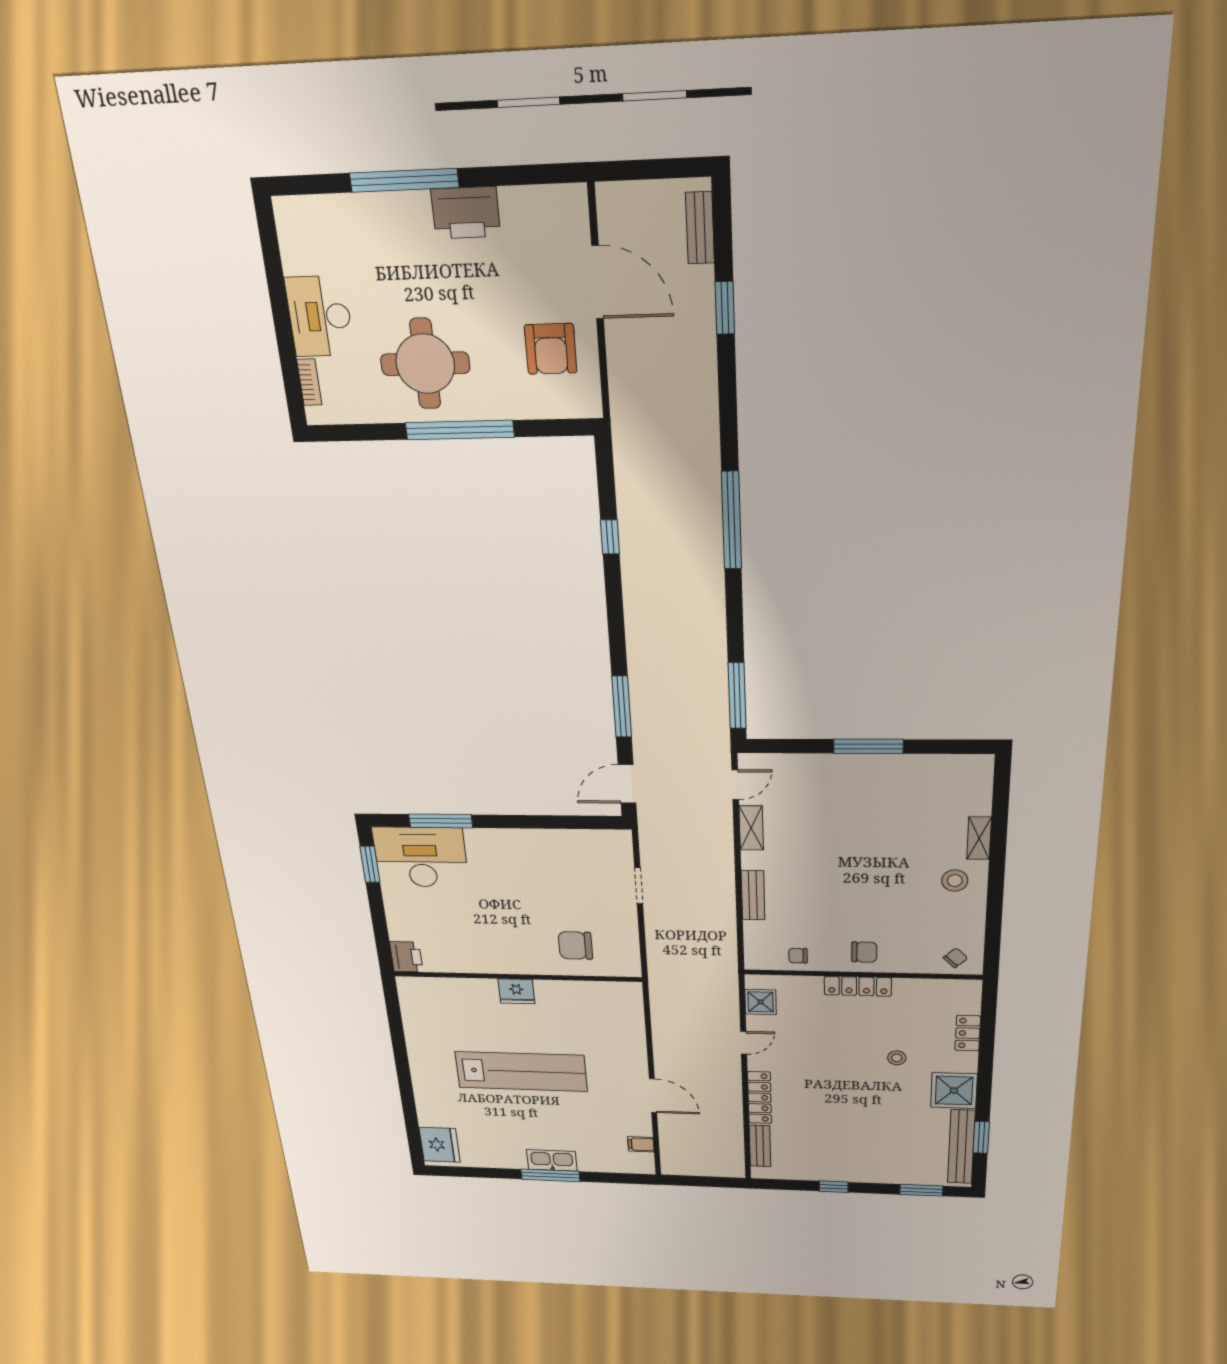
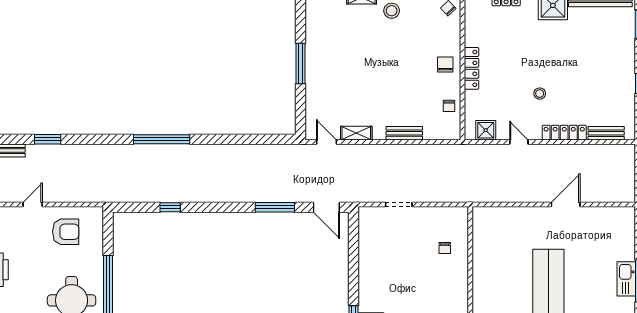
door: (597, 282) -> (33, 204), width x0.53
window: (737, 696) -> (268, 139), removed
chair: (575, 945) -> (445, 248), width x0.54, depth x0.54
fridge: (516, 991) -> (482, 290), removed
stool: (897, 1058) -> (540, 94), moved
filing cabinet: (641, 1144) -> (609, 215), removed

